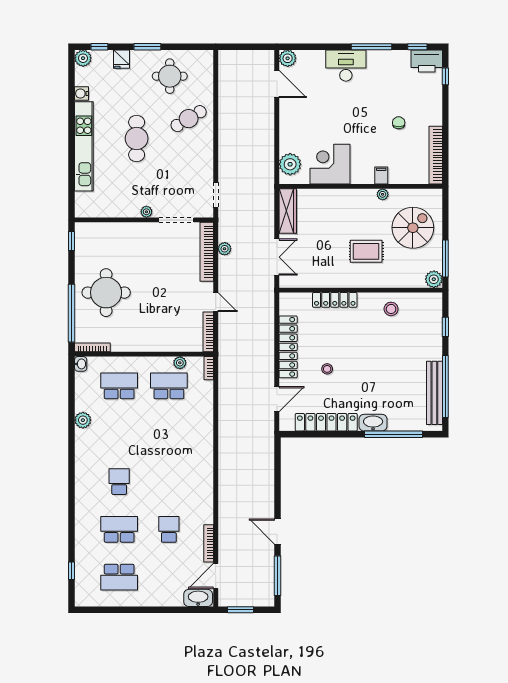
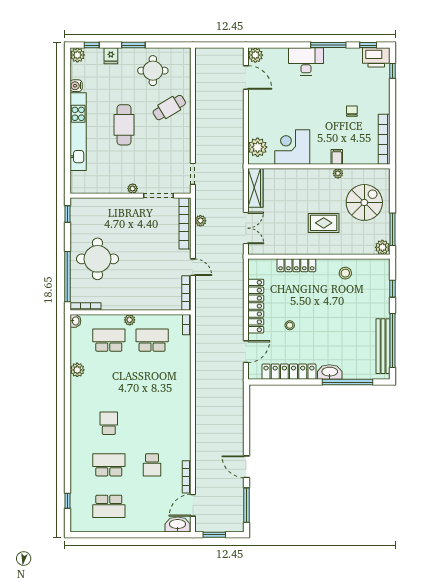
plant: (180, 363) -> (130, 320), moved
school desk: (169, 529) -> (152, 465), turned 180

